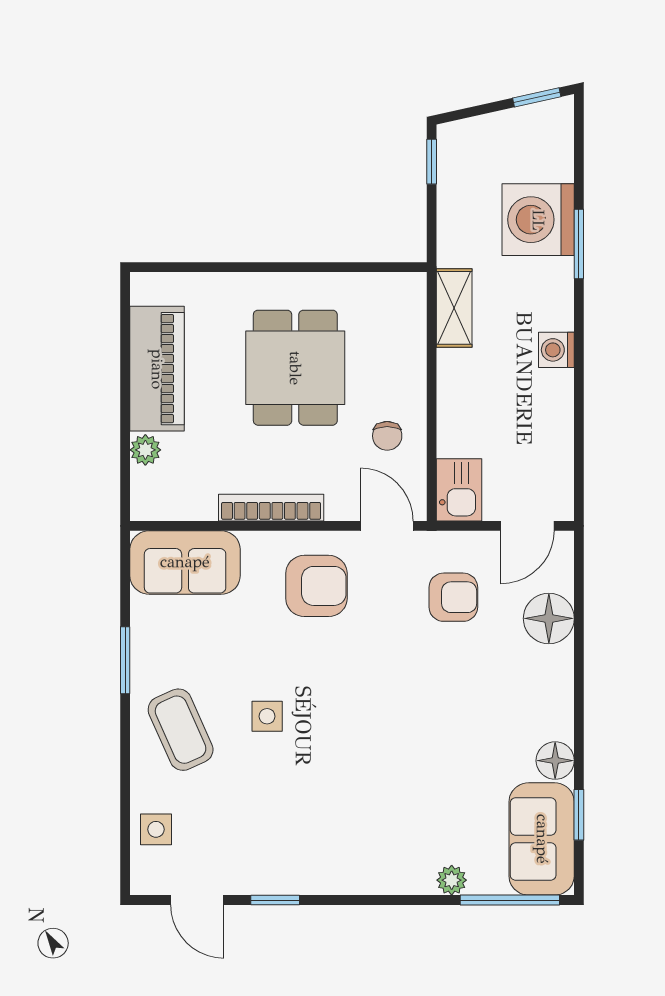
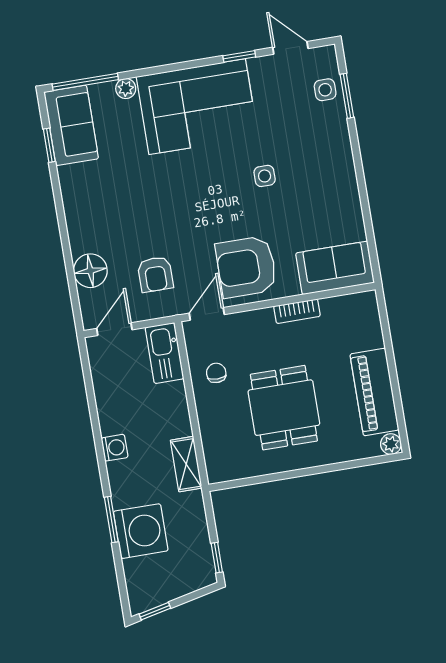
plant: (145, 450) -> (391, 444), moved
kitchen sink: (459, 490) -> (164, 353), width x1.38
bookcase: (271, 508) -> (297, 311), width x0.64
door: (387, 526) -> (207, 314), swing flipped
armchair: (316, 586) -> (246, 267), width x1.36, depth x1.36
armchair: (453, 597) -> (155, 274), turned -90
window: (125, 660) -> (347, 96), moved
coffee table: (181, 730) -> (320, 158), removed
floor lamp: (555, 761) -> (71, 178), removed
corner sofa: (350, 836) -> (197, 107), added

